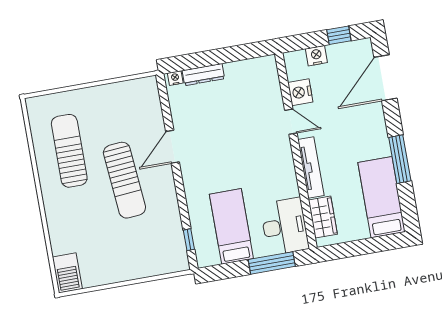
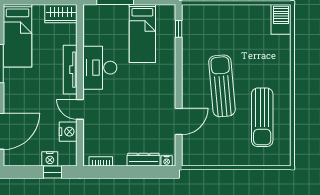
window: (339, 35) -> (52, 172), moved
bookcase: (254, 63) -> (101, 161), added
door: (172, 147) -> (179, 121), moved
wardrobe: (323, 217) -> (61, 14), moved, turned -90
desk: (284, 226) -> (100, 68), moved

